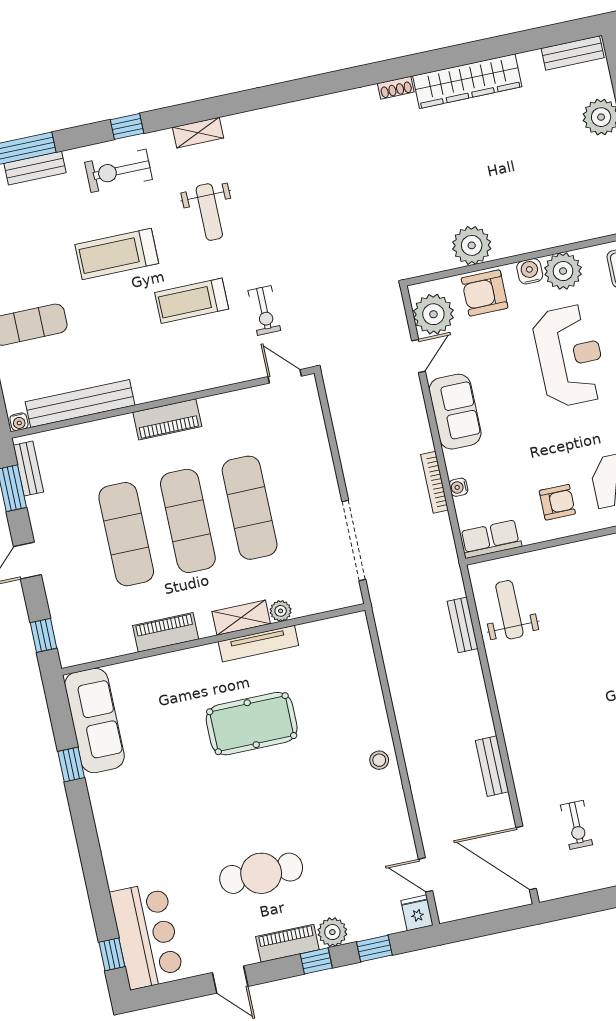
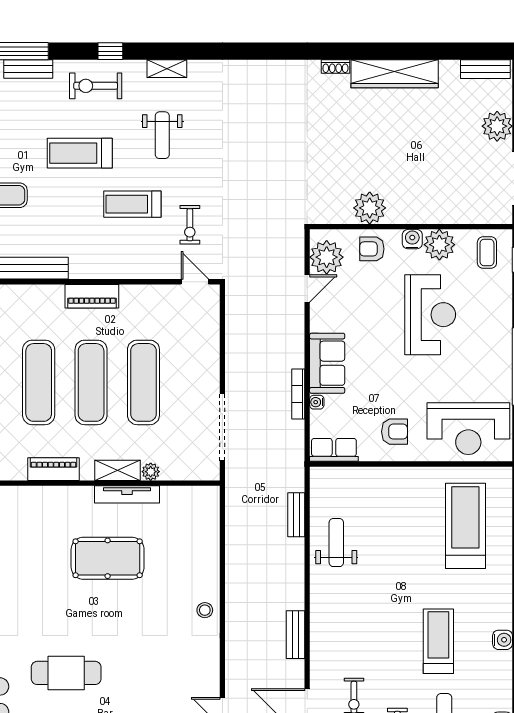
armchair: (485, 293) -> (372, 249), width x0.72, depth x0.72
sofa: (455, 412) -> (327, 363), moved
weight bench: (509, 610) -> (336, 543), moved
cafe table: (261, 873) -> (66, 673), moved

